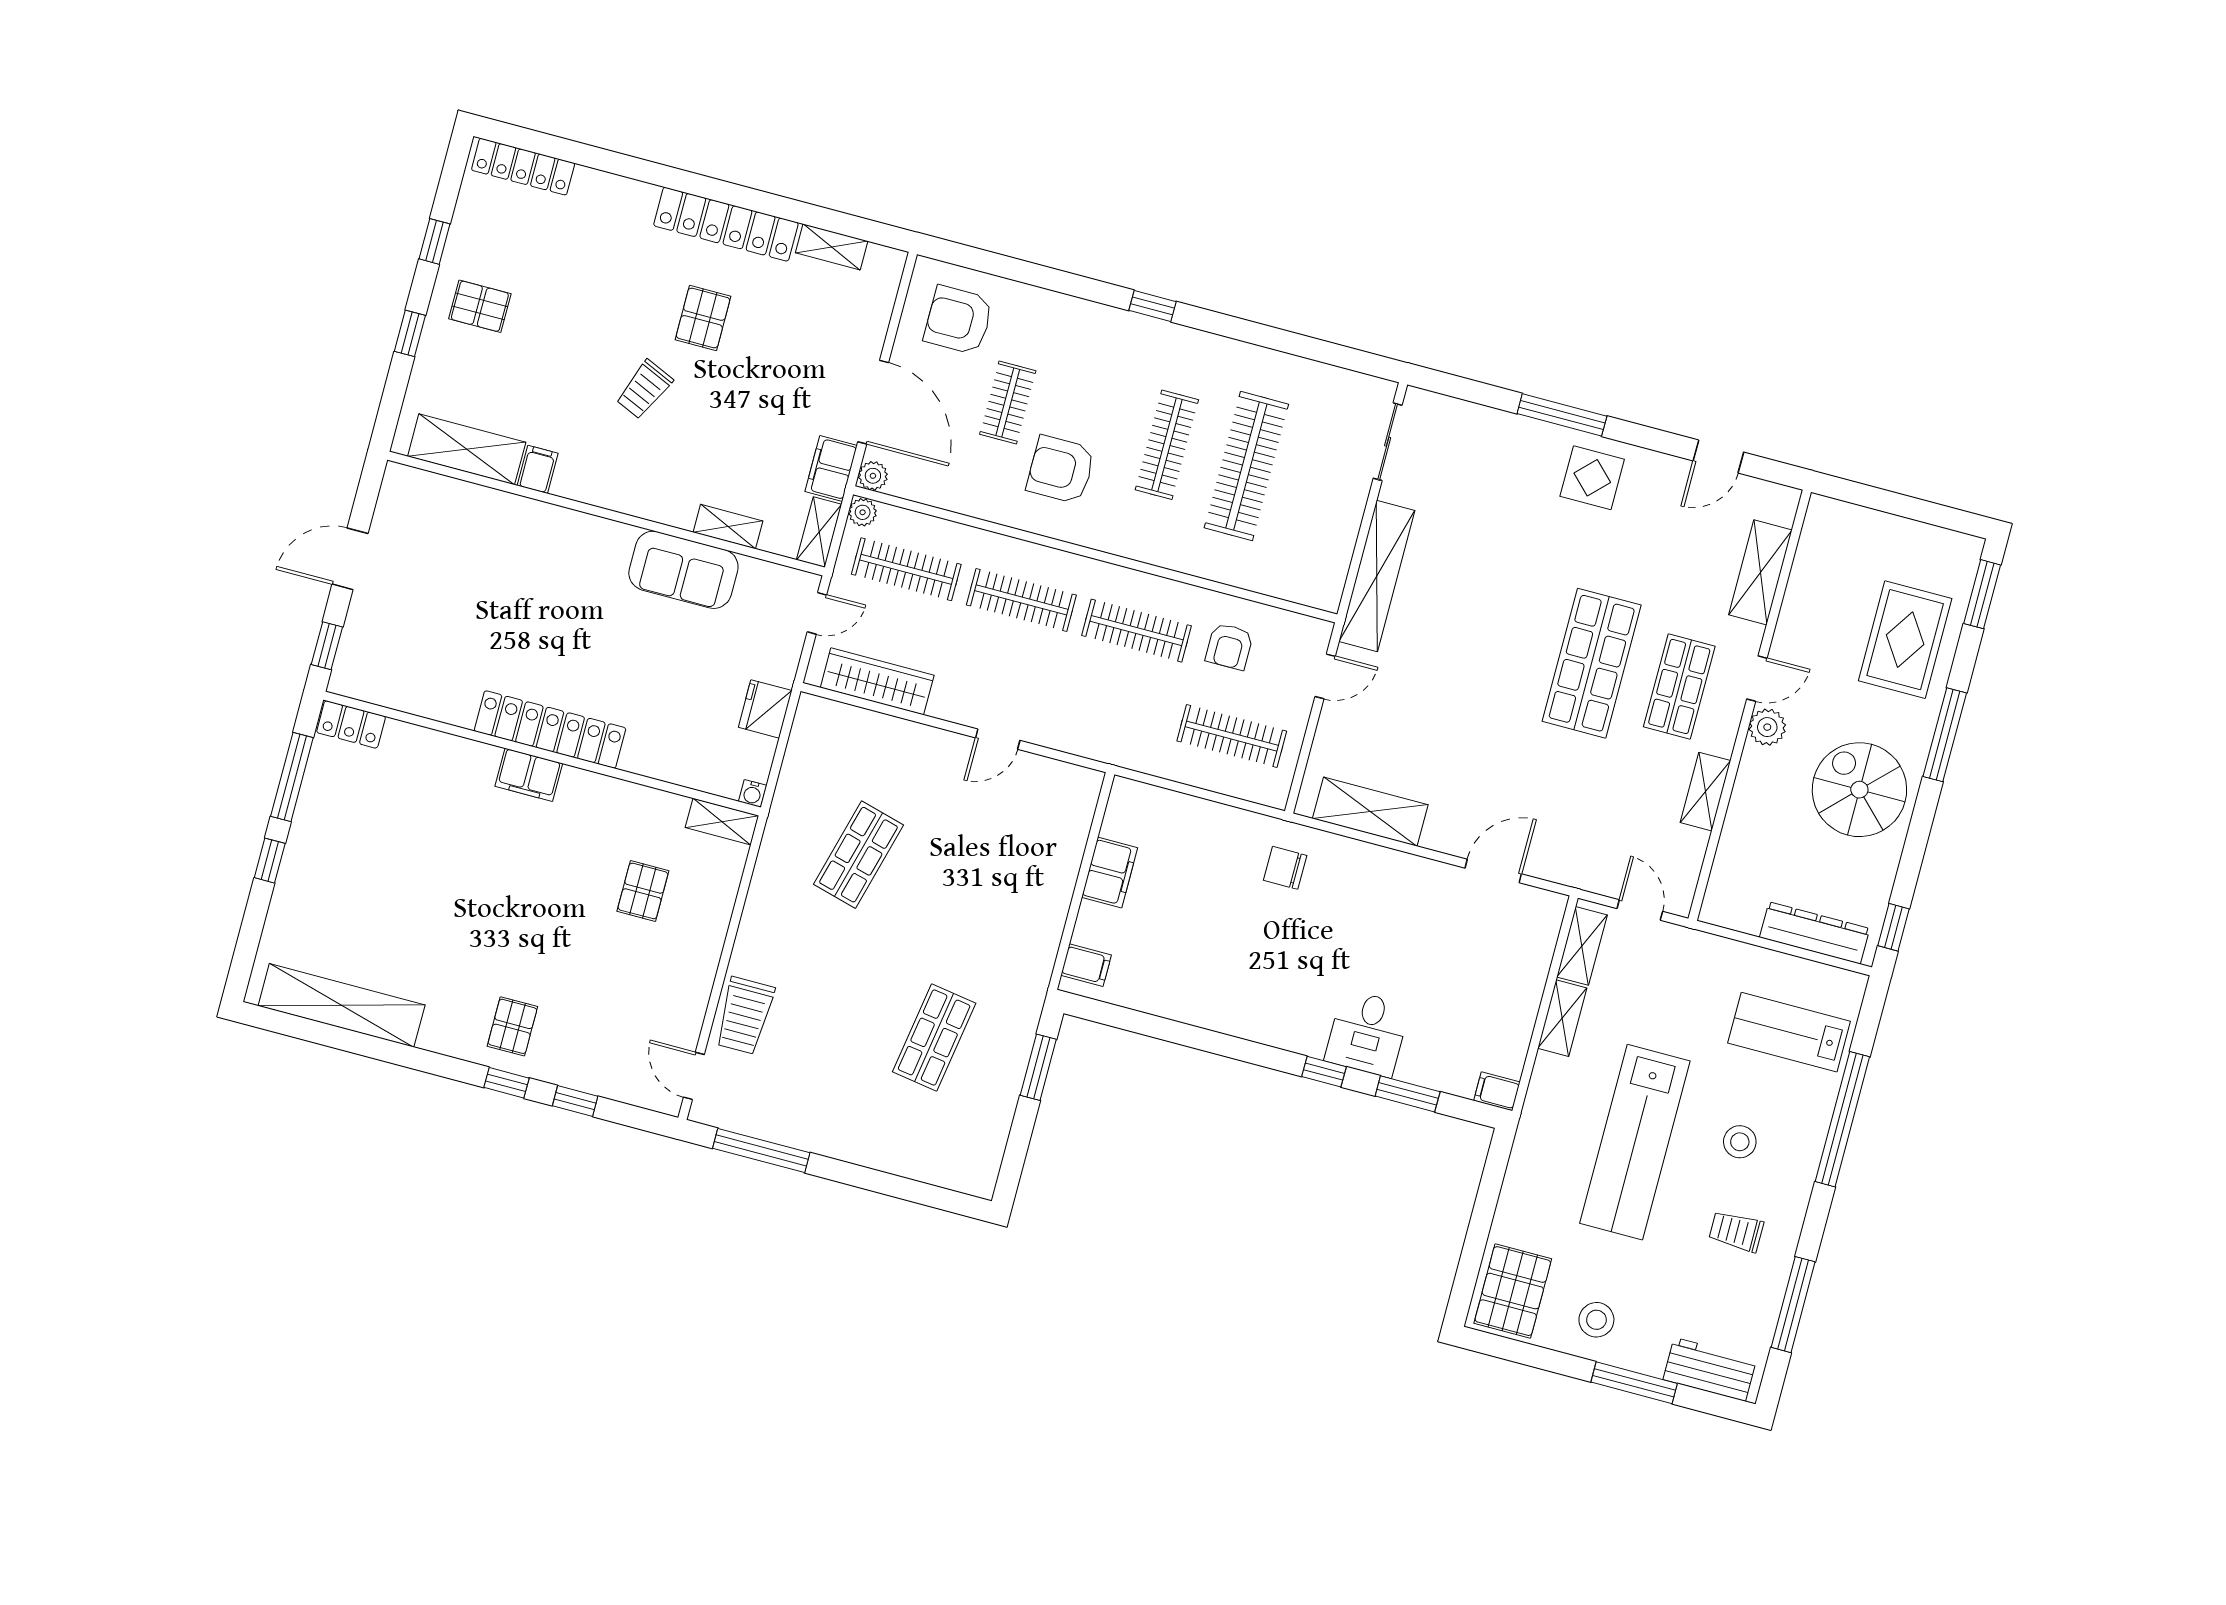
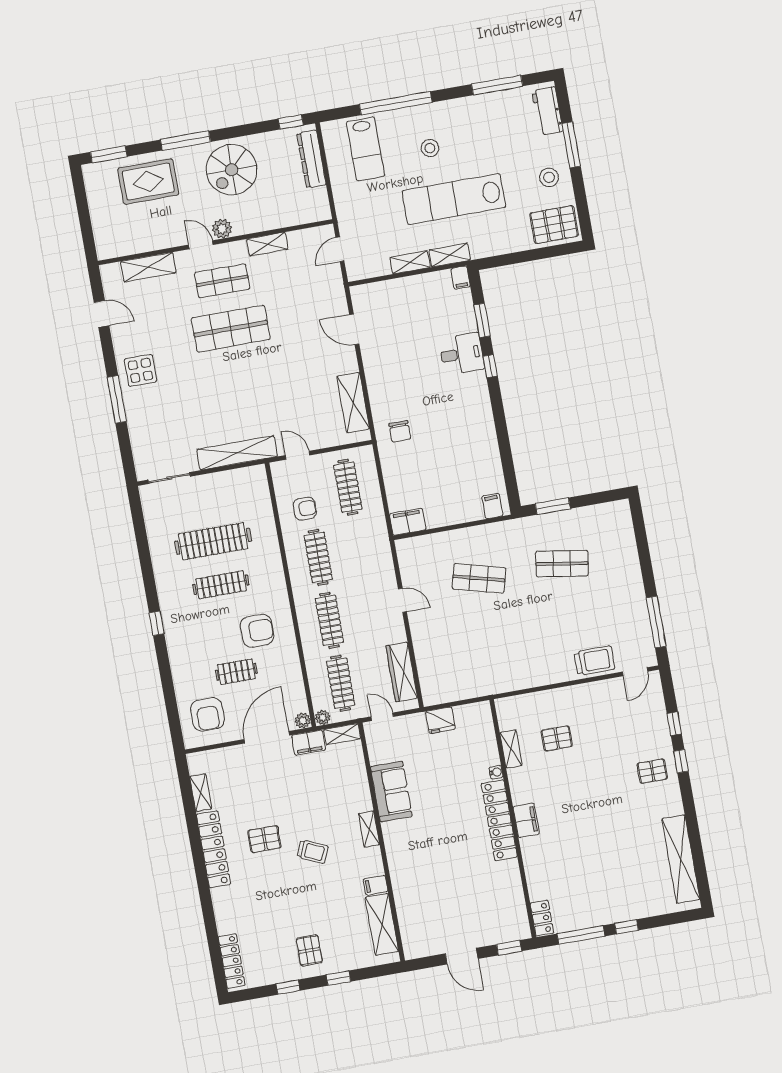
armchair: (1061, 470) -> (257, 631), turned -90
shelving: (728, 527) -> (369, 829), moved
water cooler: (752, 793) -> (496, 772), moved
shelving: (722, 822) -> (511, 749), moved
shop shelf: (858, 855) -> (479, 578), moved
filing cabinet: (1110, 872) -> (408, 522), moved
shelving: (1582, 946) -> (450, 255), moved
lab bench: (1635, 1142) -> (454, 199), turned 180
trolley: (1736, 1231) -> (474, 129), removed

